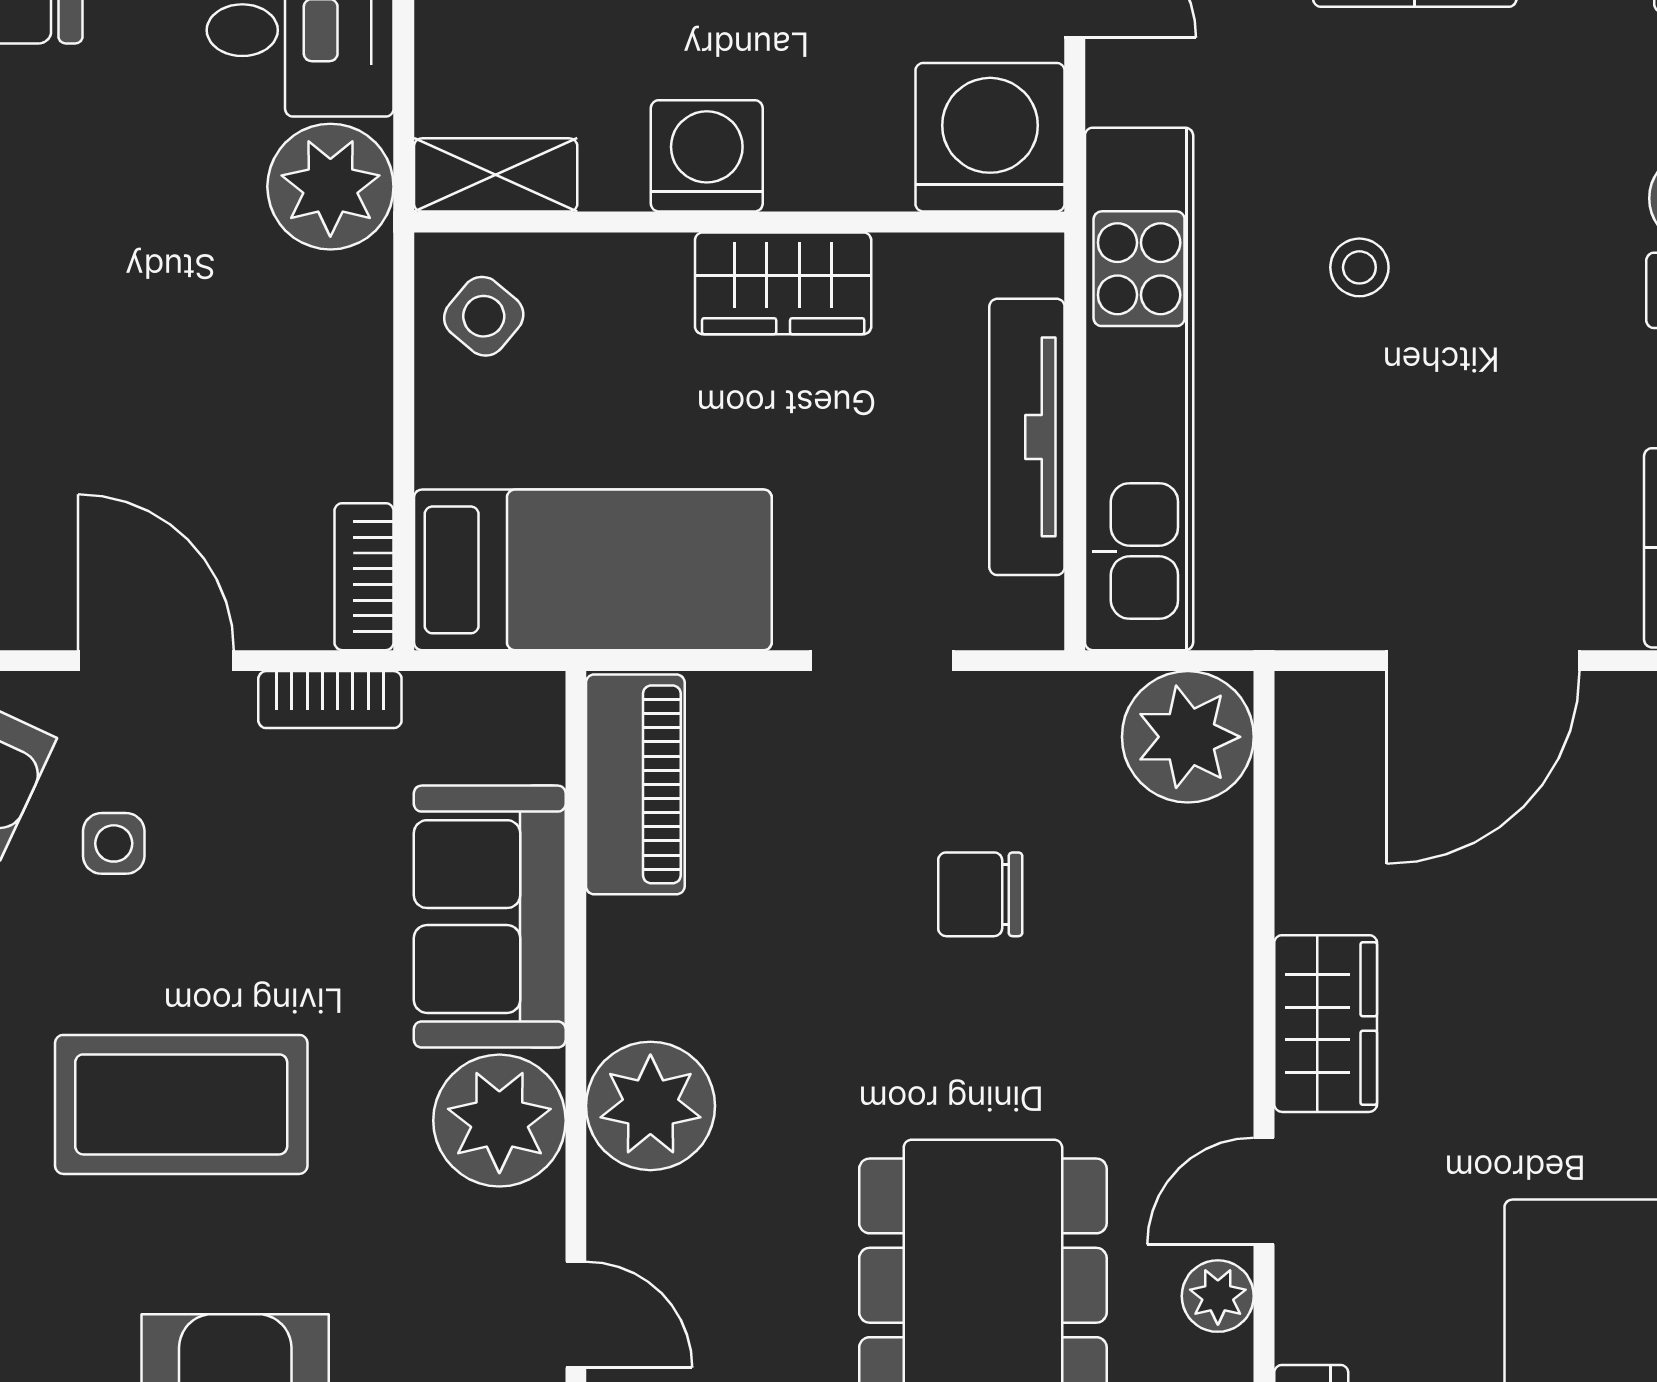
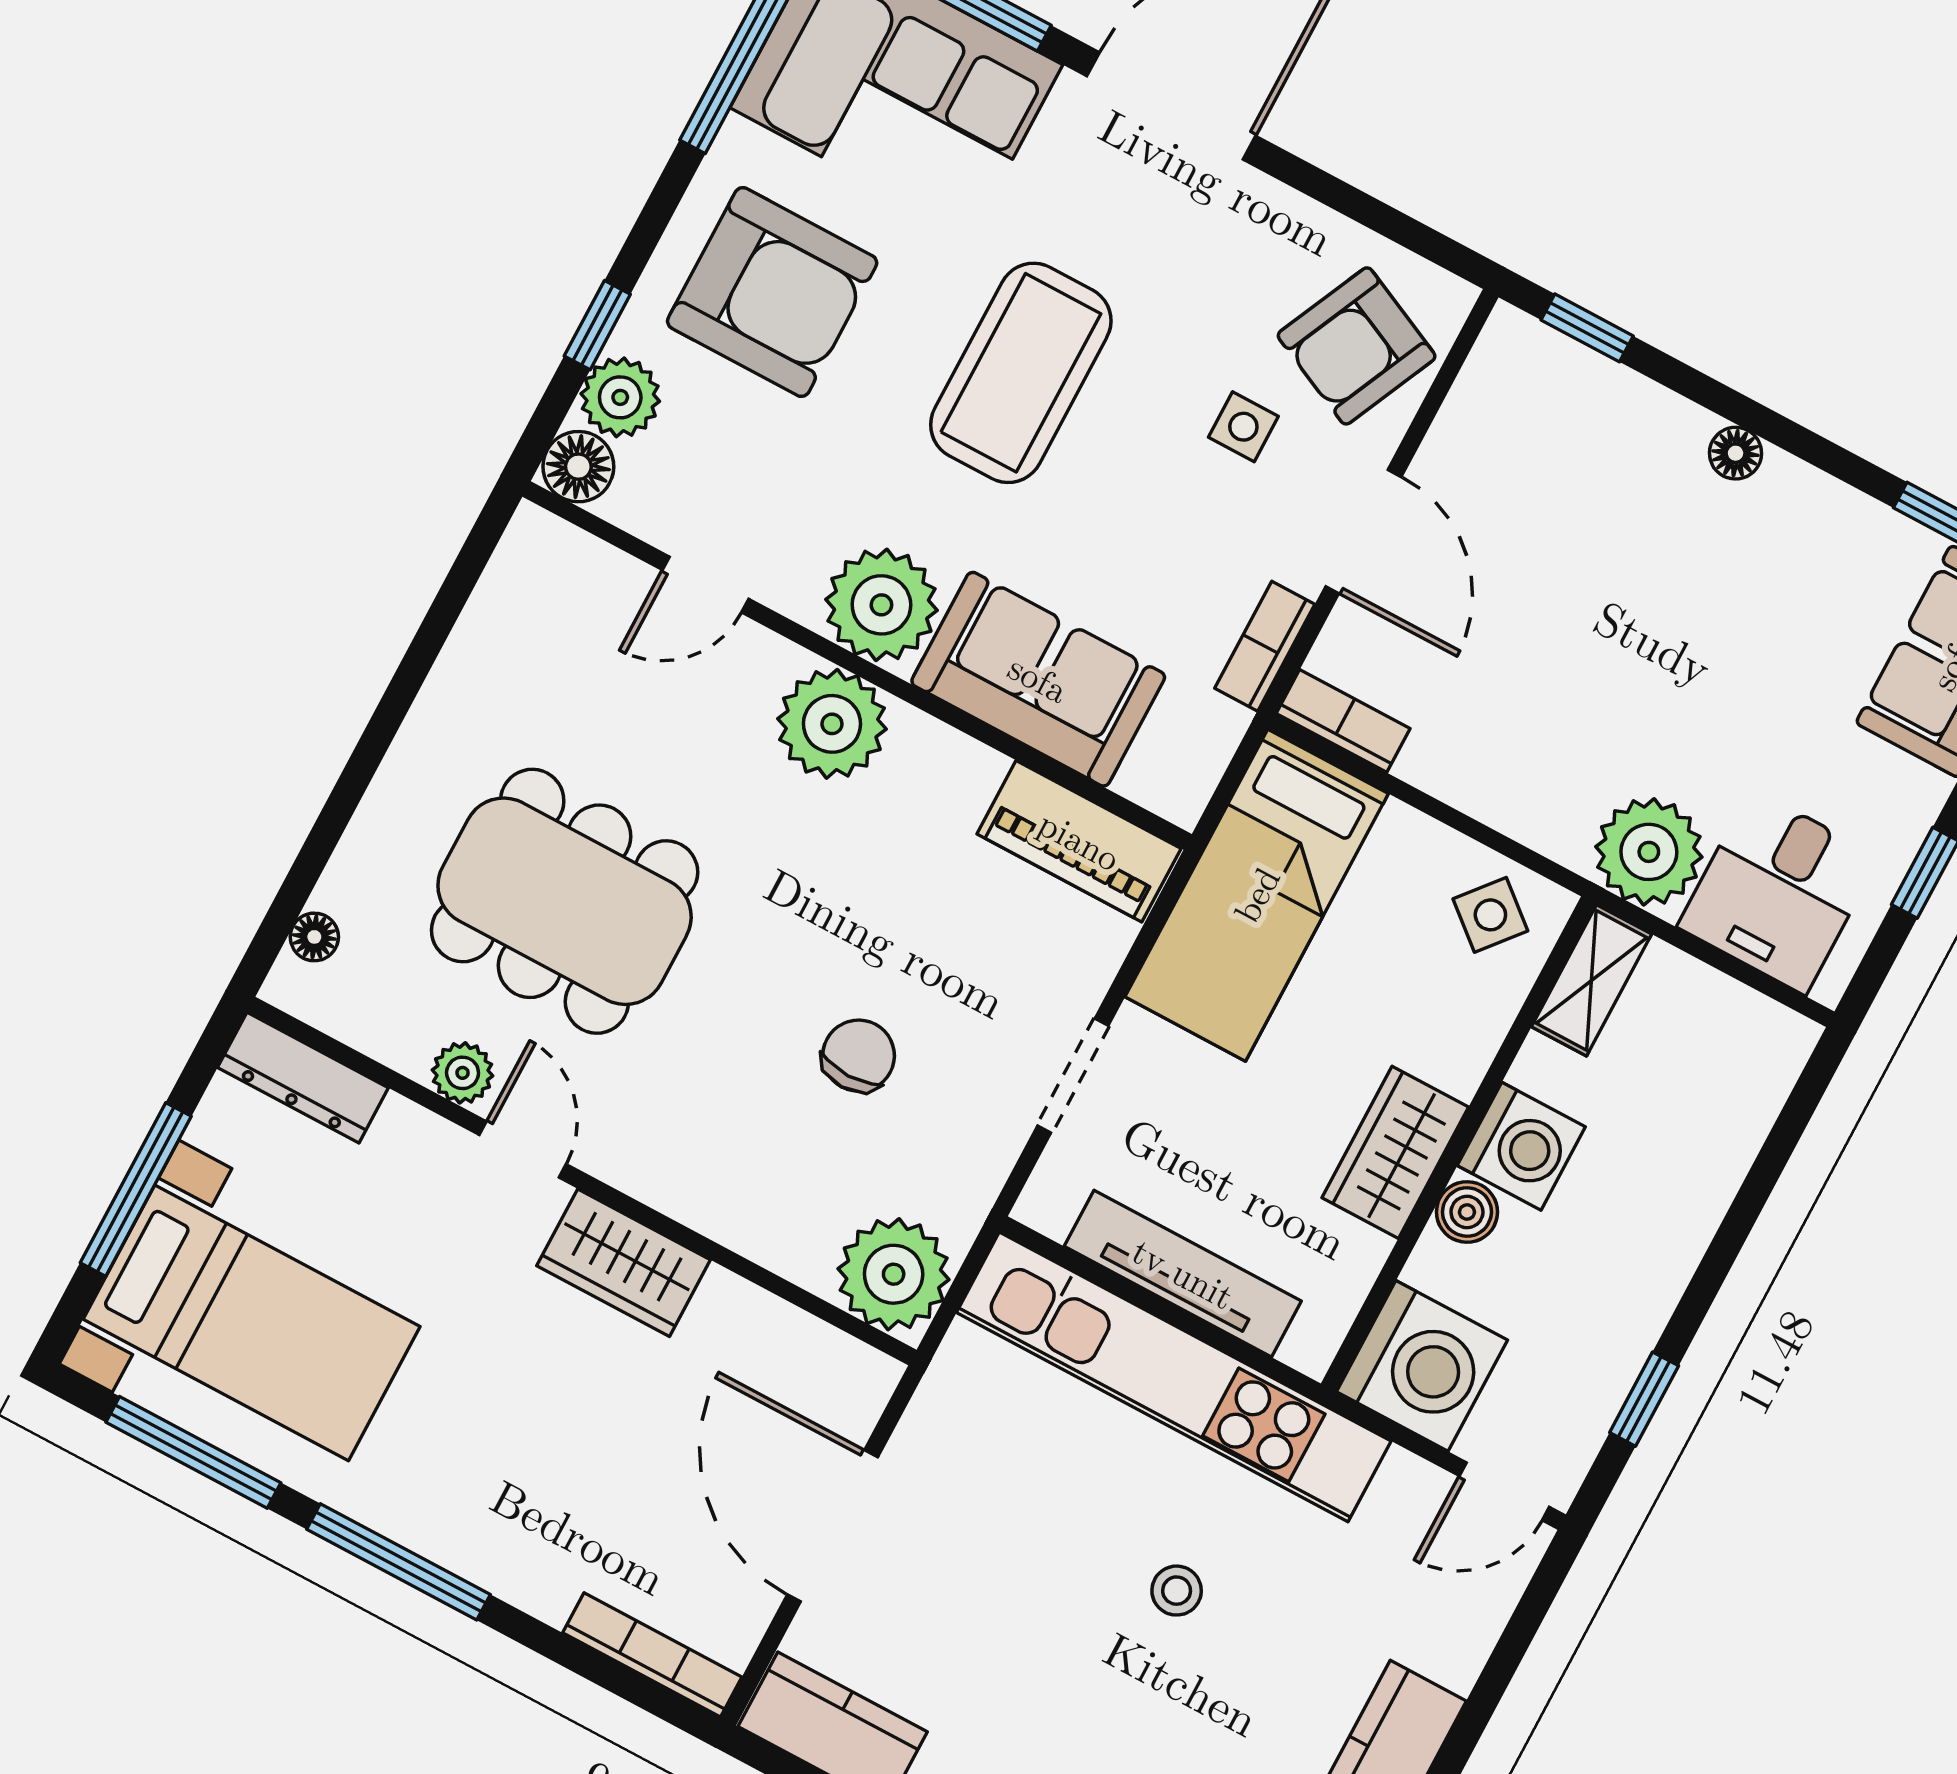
boiler: (805, 176) -> (1467, 1212), added
door: (156, 661) -> (1363, 532), hinge flipped

